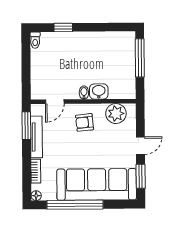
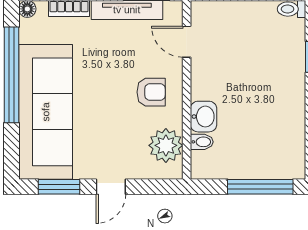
bidet: (84, 93) -> (202, 142), moved
armchair: (85, 122) -> (151, 92), turned 96
door: (140, 146) -> (111, 187), hinge flipped

